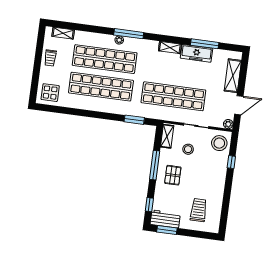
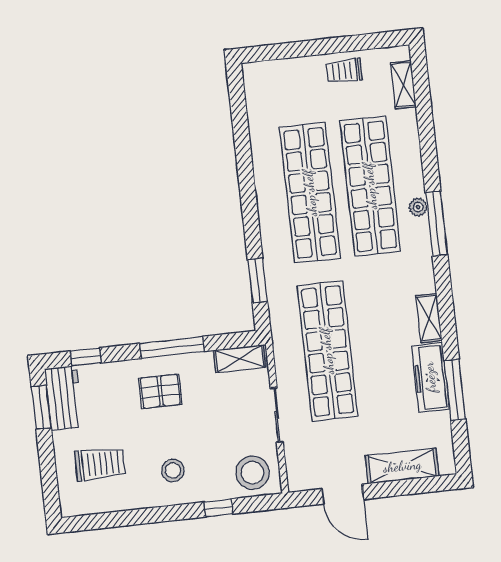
display table: (50, 93) -> (271, 88), removed
plant: (228, 124) -> (297, 482), removed
stool: (188, 149) -> (173, 470), moved

